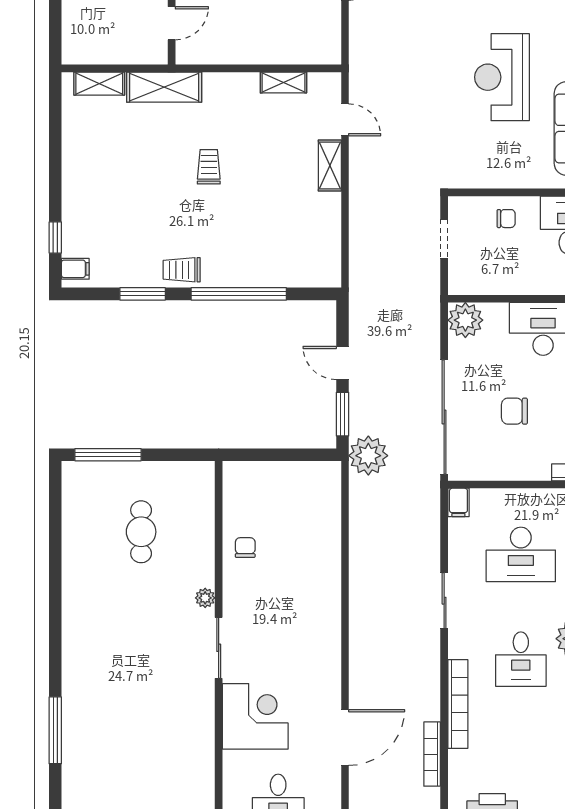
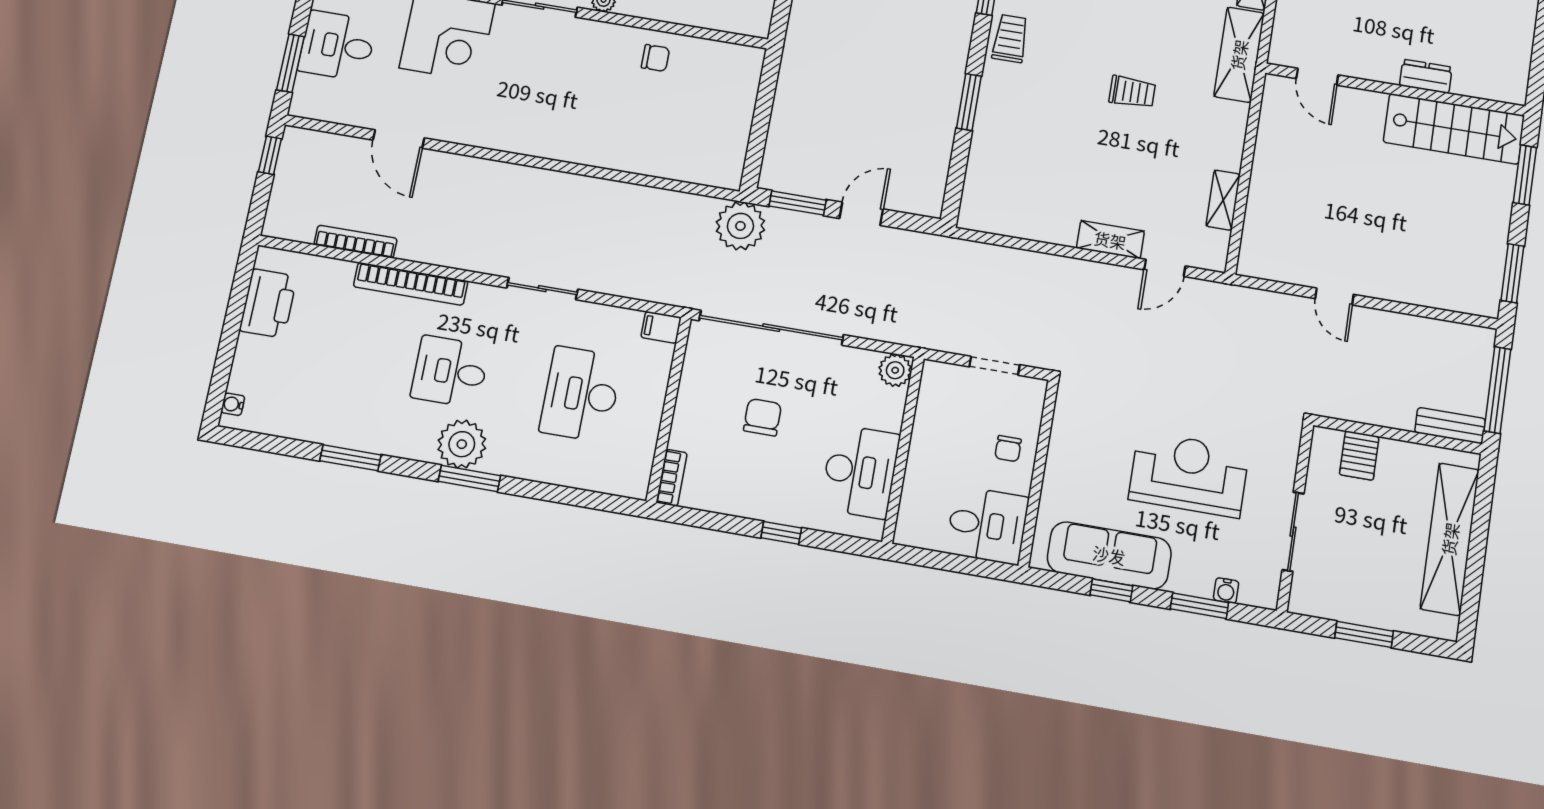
window: (239, 294) -> (969, 102), width x0.47
plant: (465, 320) -> (895, 370), width x0.73, depth x0.73
door: (345, 738) -> (399, 139), width x0.73

